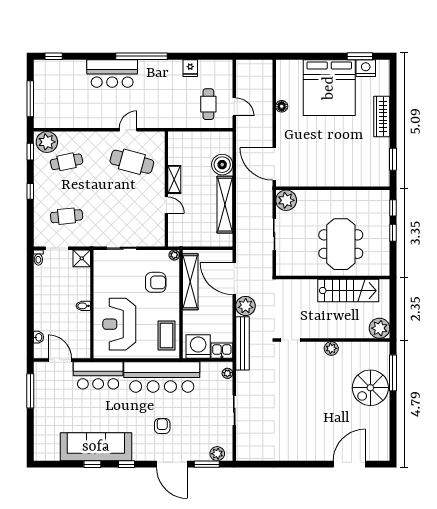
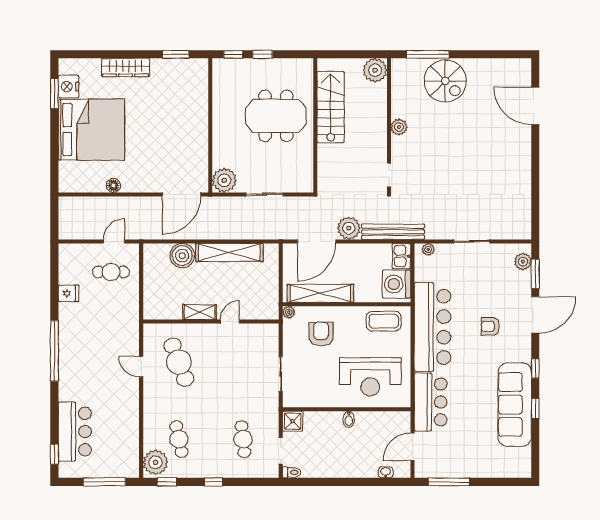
bar counter: (112, 73) -> (75, 432), moved
cafe table: (132, 162) -> (179, 362), turned -36

